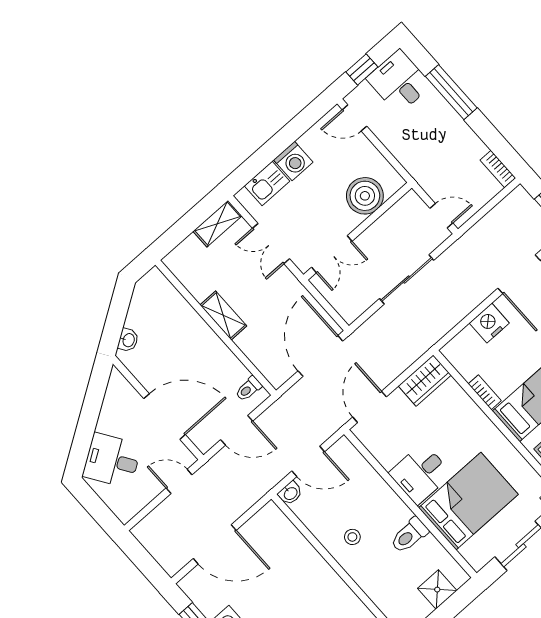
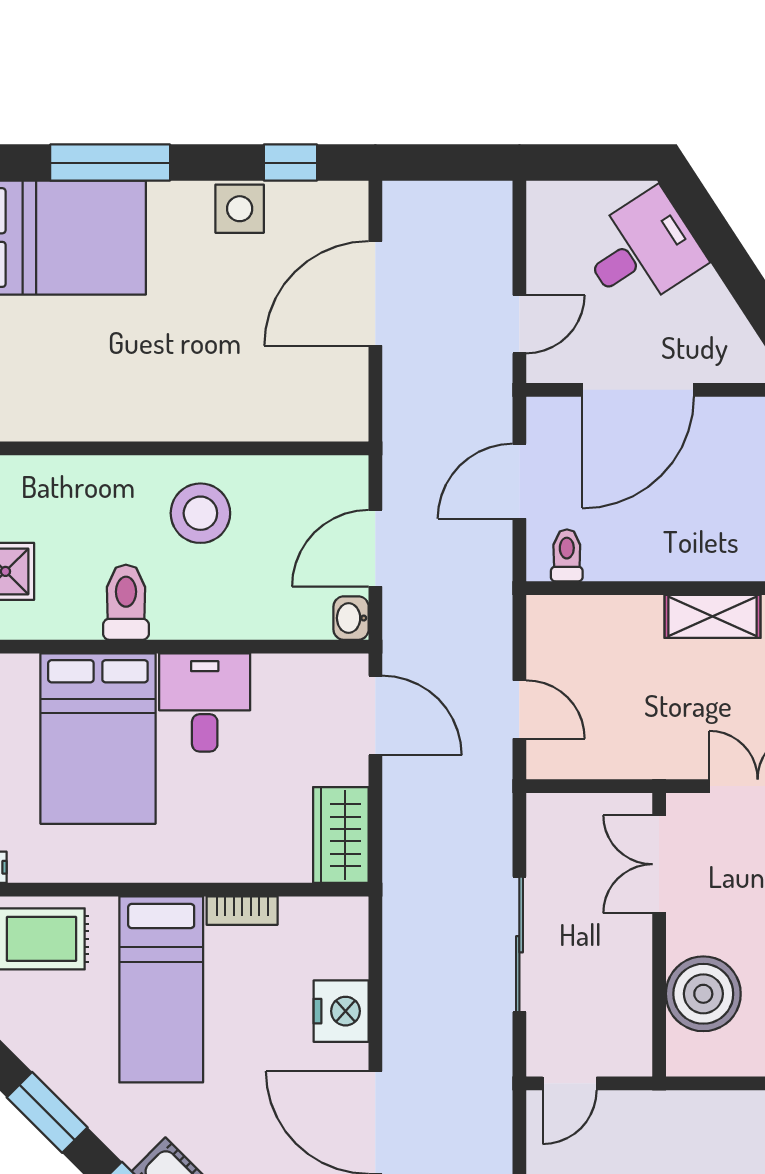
door: (320, 356) -> (519, 710), width x0.53
washbasin: (290, 493) -> (351, 618), moved
stool: (352, 537) -> (200, 513), width x1.89, depth x1.89

